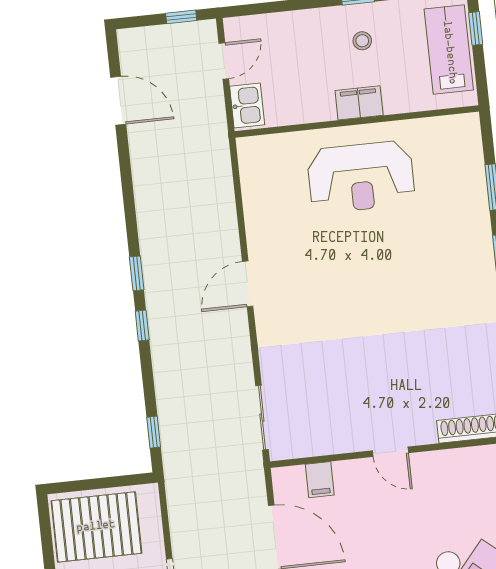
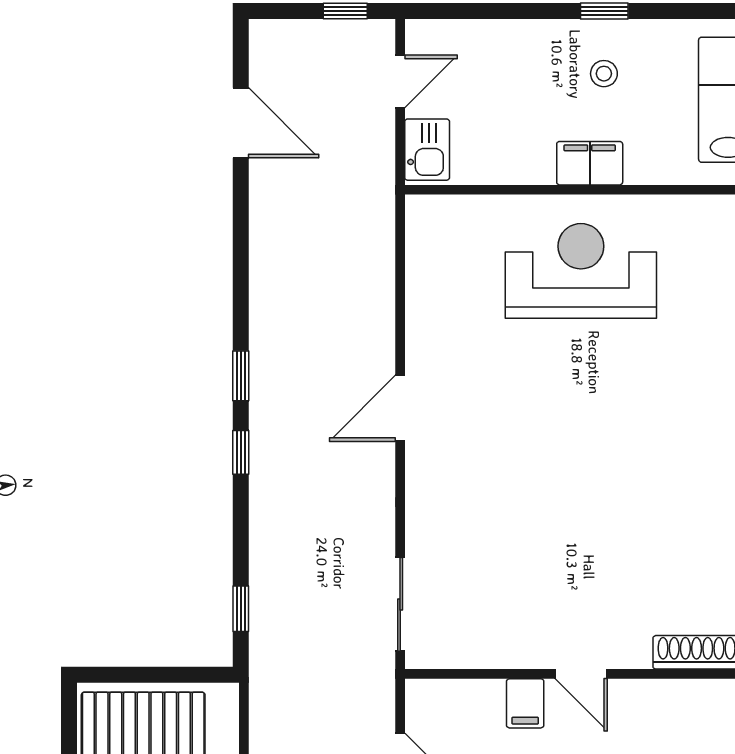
reception desk: (361, 177) -> (581, 271), turned 180
filing cabinet: (320, 480) -> (525, 703), moved

